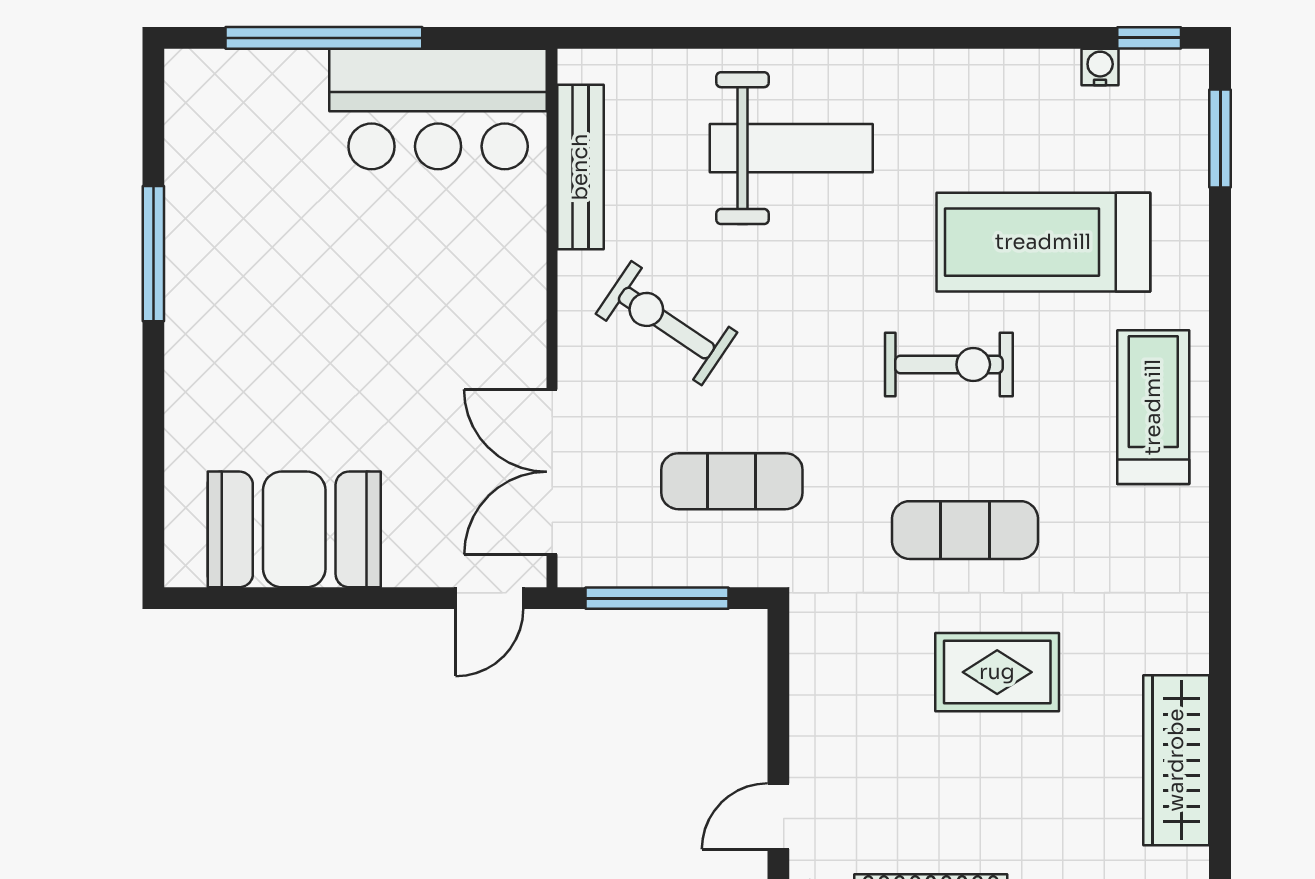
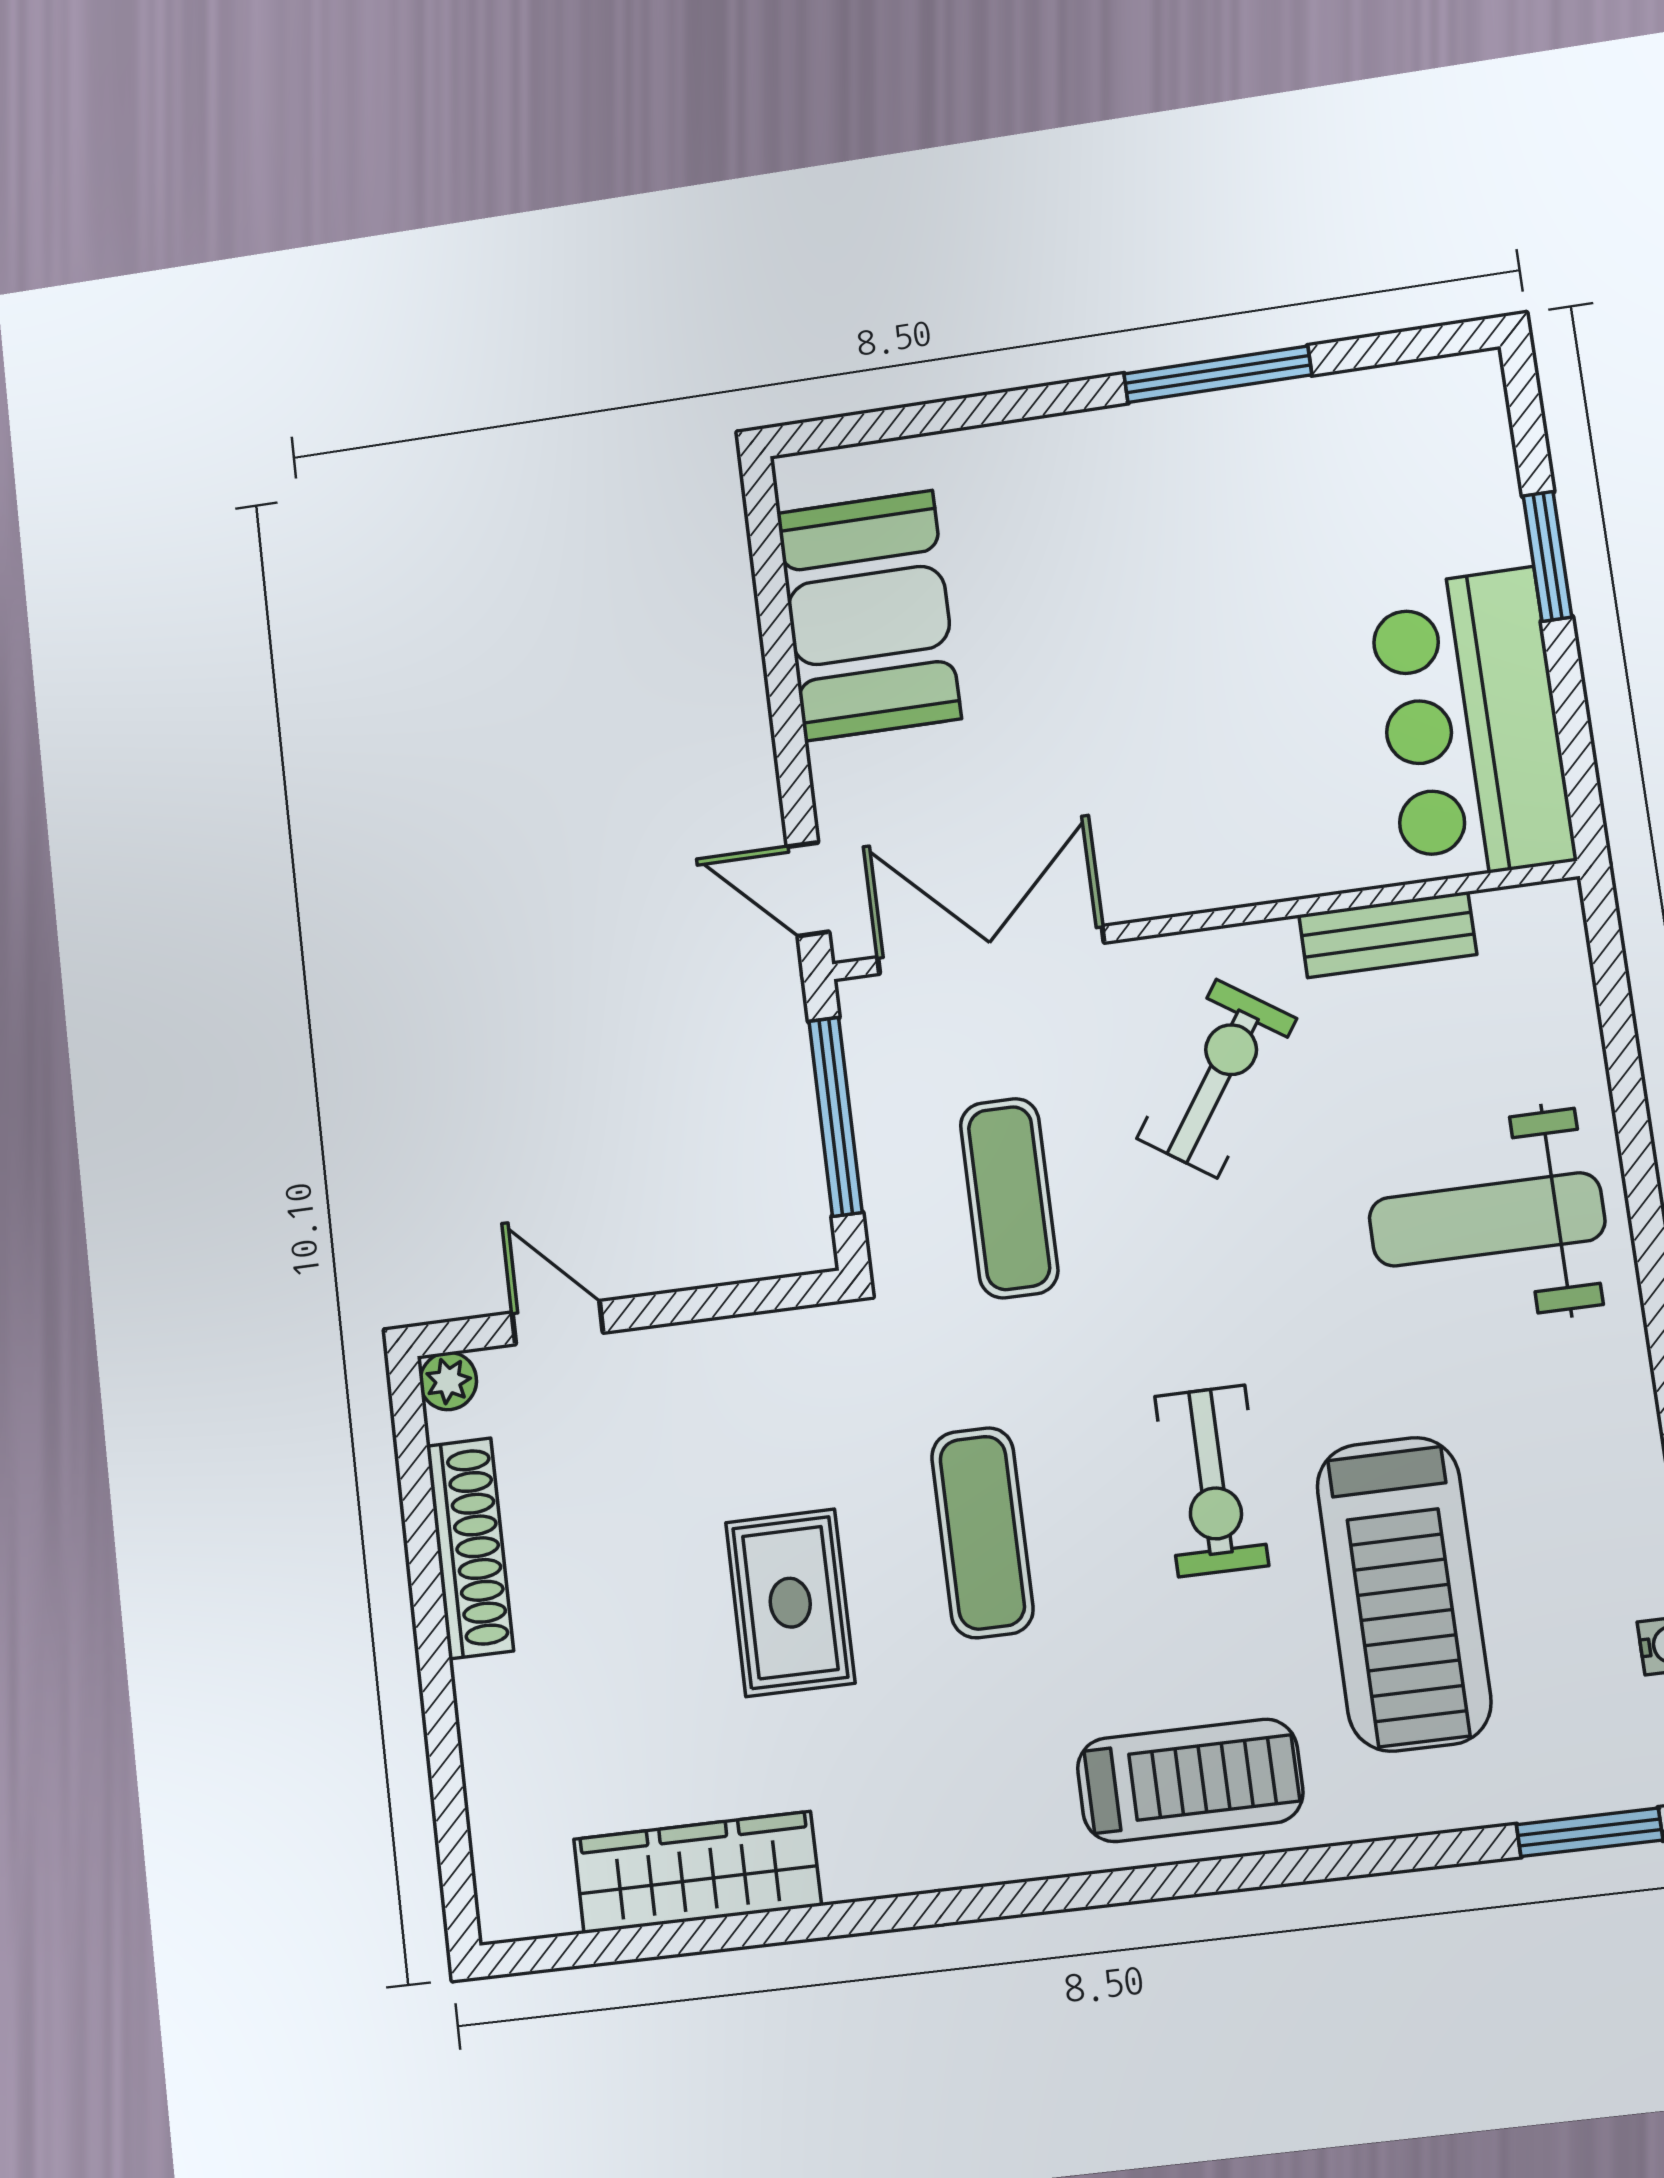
window: (324, 38) -> (1547, 556), width x0.47
weight bench: (791, 148) -> (1487, 1219), turned 90
bench: (580, 167) -> (1388, 935), width x0.73
treadmill: (1043, 242) -> (1404, 1594), turned 180

